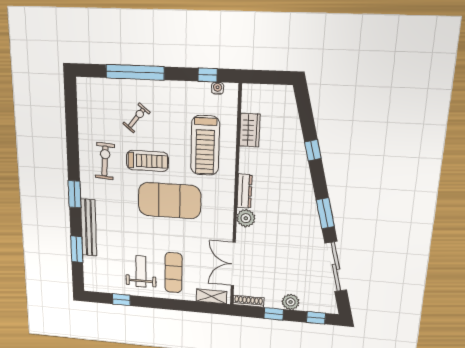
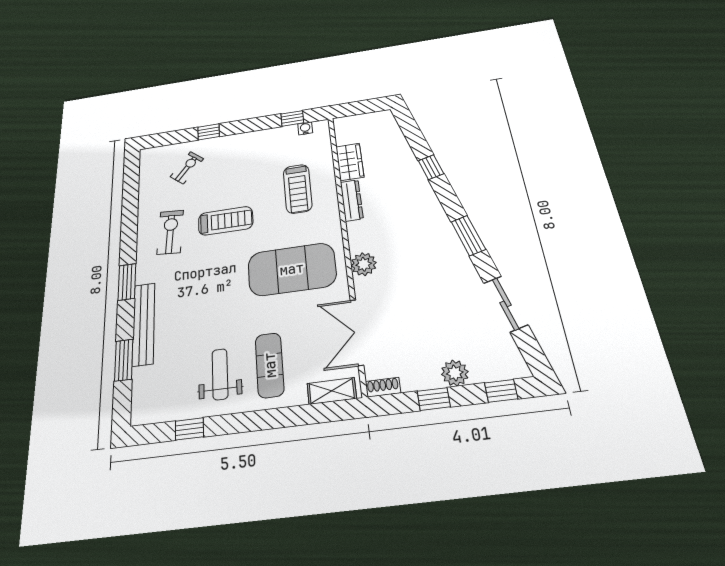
window: (135, 72) -> (209, 132), width x0.32
exercise bike: (137, 118) -> (187, 168), moved
treadmill: (205, 145) -> (298, 189), width x0.73, depth x0.73
dresser: (244, 191) -> (352, 200), moved
exercise mat: (169, 201) -> (292, 269), moved
sliding door: (336, 267) -> (506, 304), width x0.73
shoe rack: (248, 301) -> (383, 387), width x0.70

